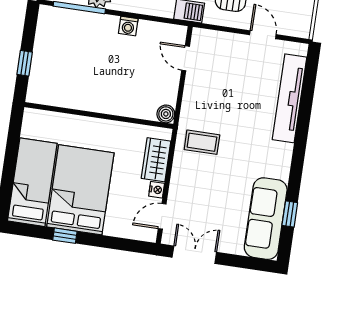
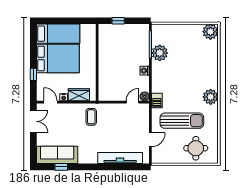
boiler: (166, 114) -> (145, 96), moved
window: (65, 236) -> (33, 74), moved

